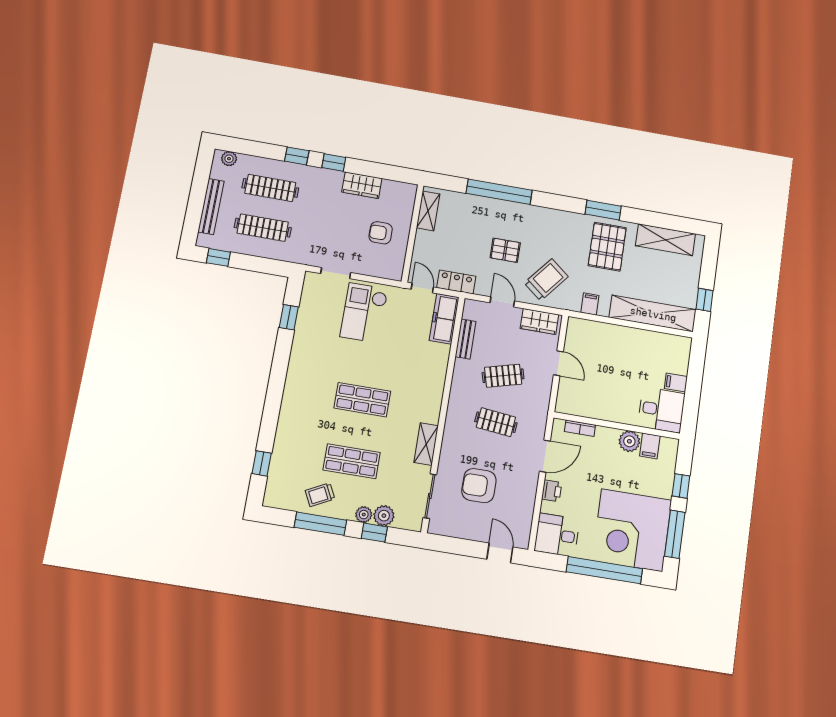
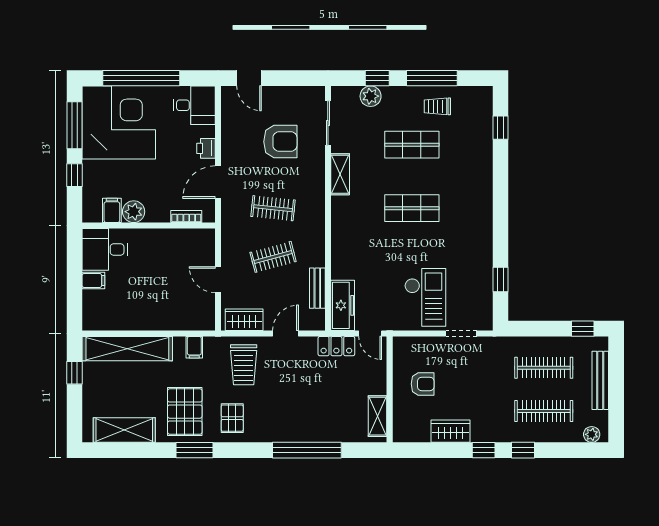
pallet: (505, 250) -> (232, 418), moved, turned 90
trolley: (546, 280) -> (244, 365), turned -39
door: (502, 302) -> (286, 333), swing flipped
trolley: (320, 495) -> (437, 106), turned -153
plant: (364, 515) -> (391, 94), removed

